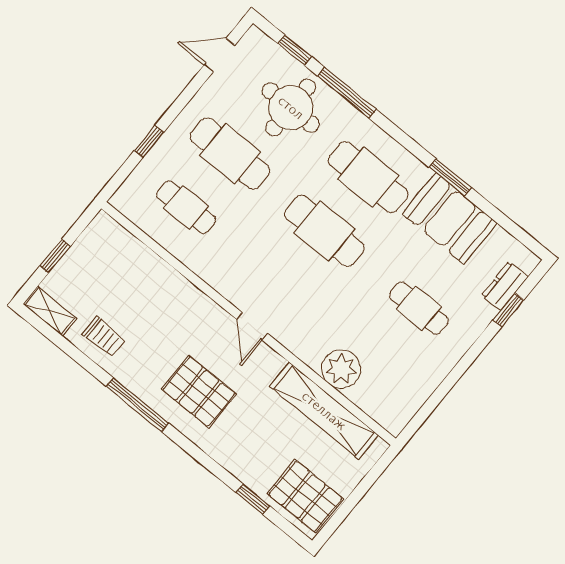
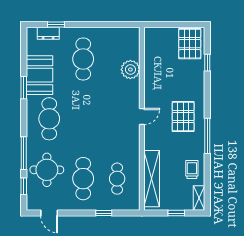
cafe table: (324, 231) -> (83, 119), removed
cafe table: (419, 308) -> (83, 59), width x1.37, depth x1.35
shelving: (324, 411) -> (152, 179), moved

